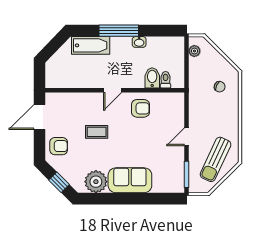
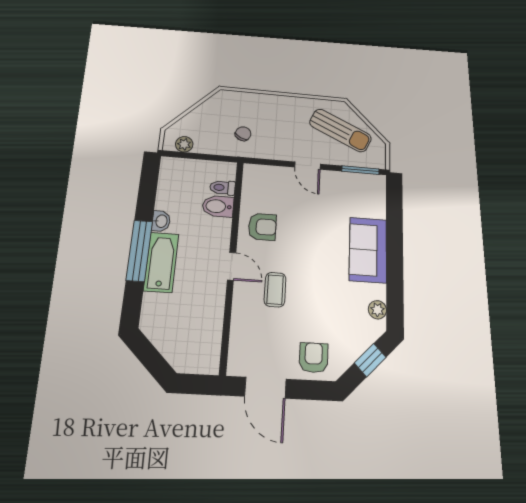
bathtub: (91, 45) -> (161, 262), moved
chair: (220, 87) -> (243, 134), moved
armchair: (140, 108) -> (262, 227), turned 90
coffee table: (97, 132) -> (275, 290), moved
plant: (96, 182) -> (377, 310), width x0.53, depth x0.53

